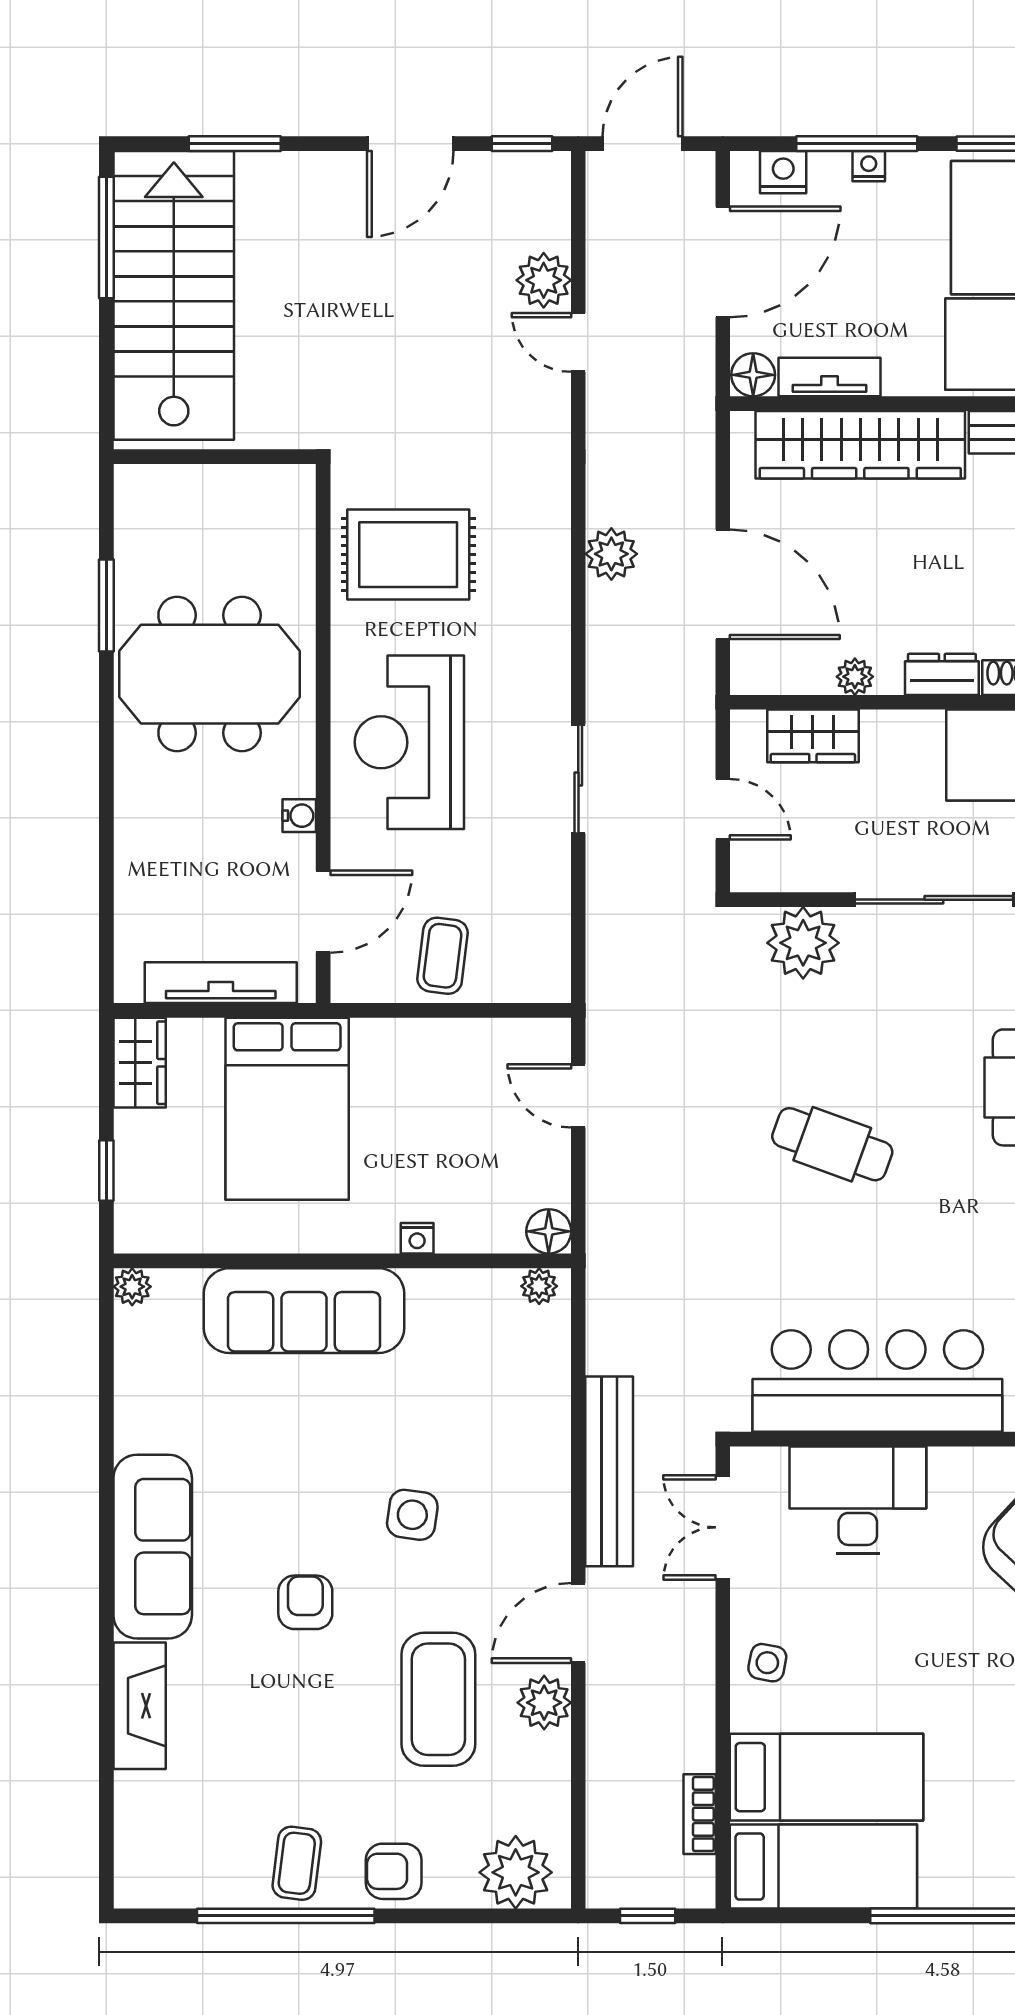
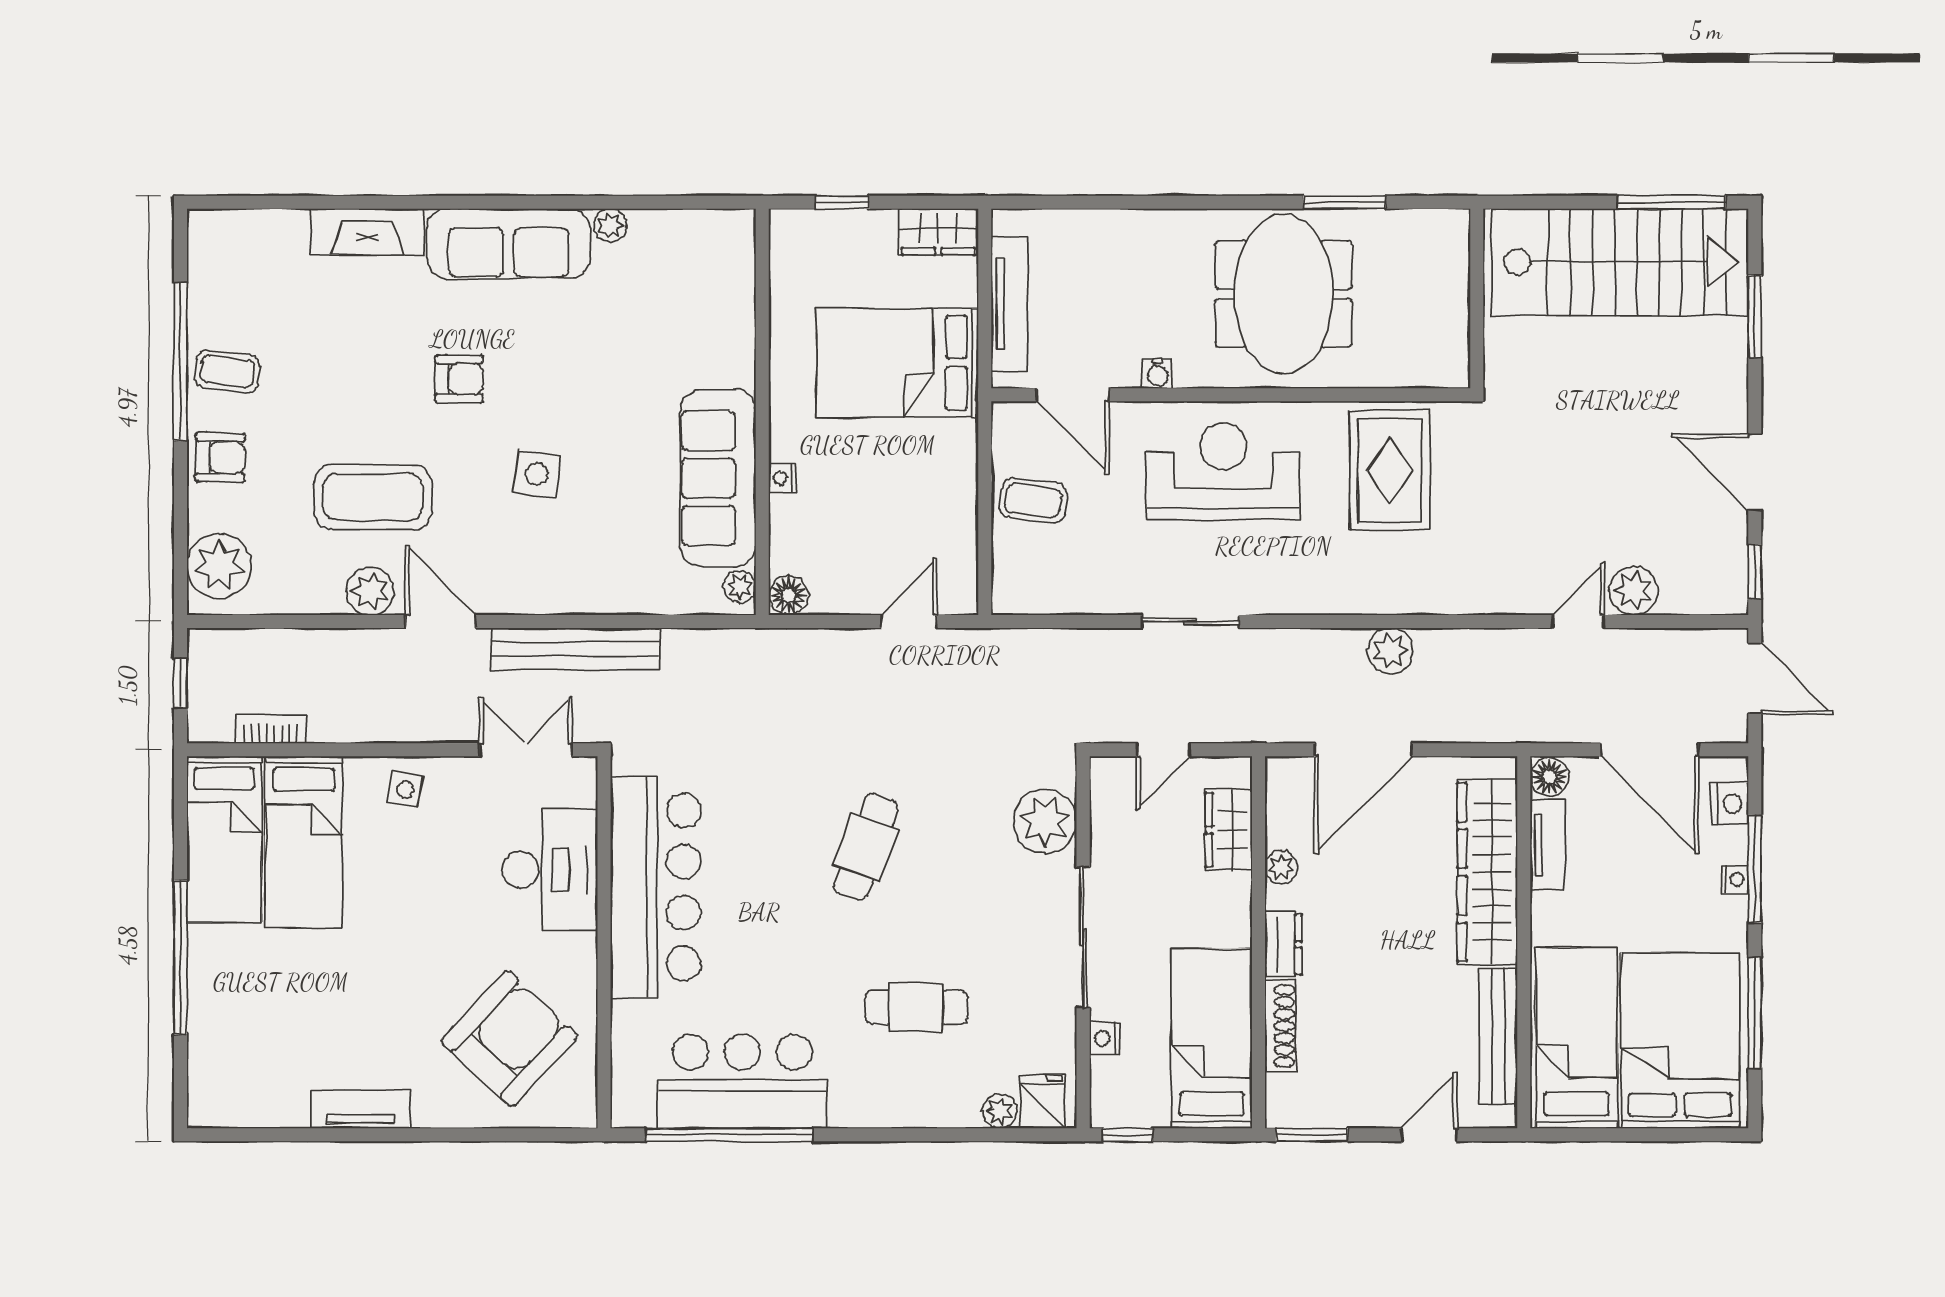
plant: (132, 1287) -> (610, 225), moved
sofa: (304, 1311) -> (718, 478), moved
armchair: (394, 1871) -> (220, 457), turned 91

